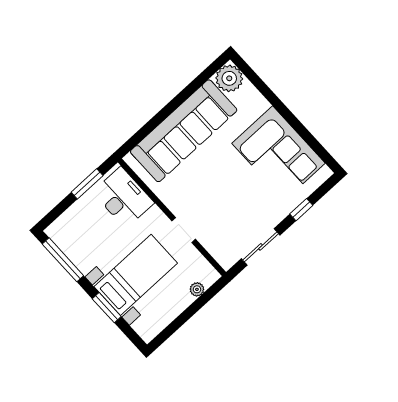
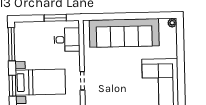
plant: (229, 78) -> (172, 23), width x0.53, depth x0.53
desk: (123, 198) -> (67, 40), width x0.73

